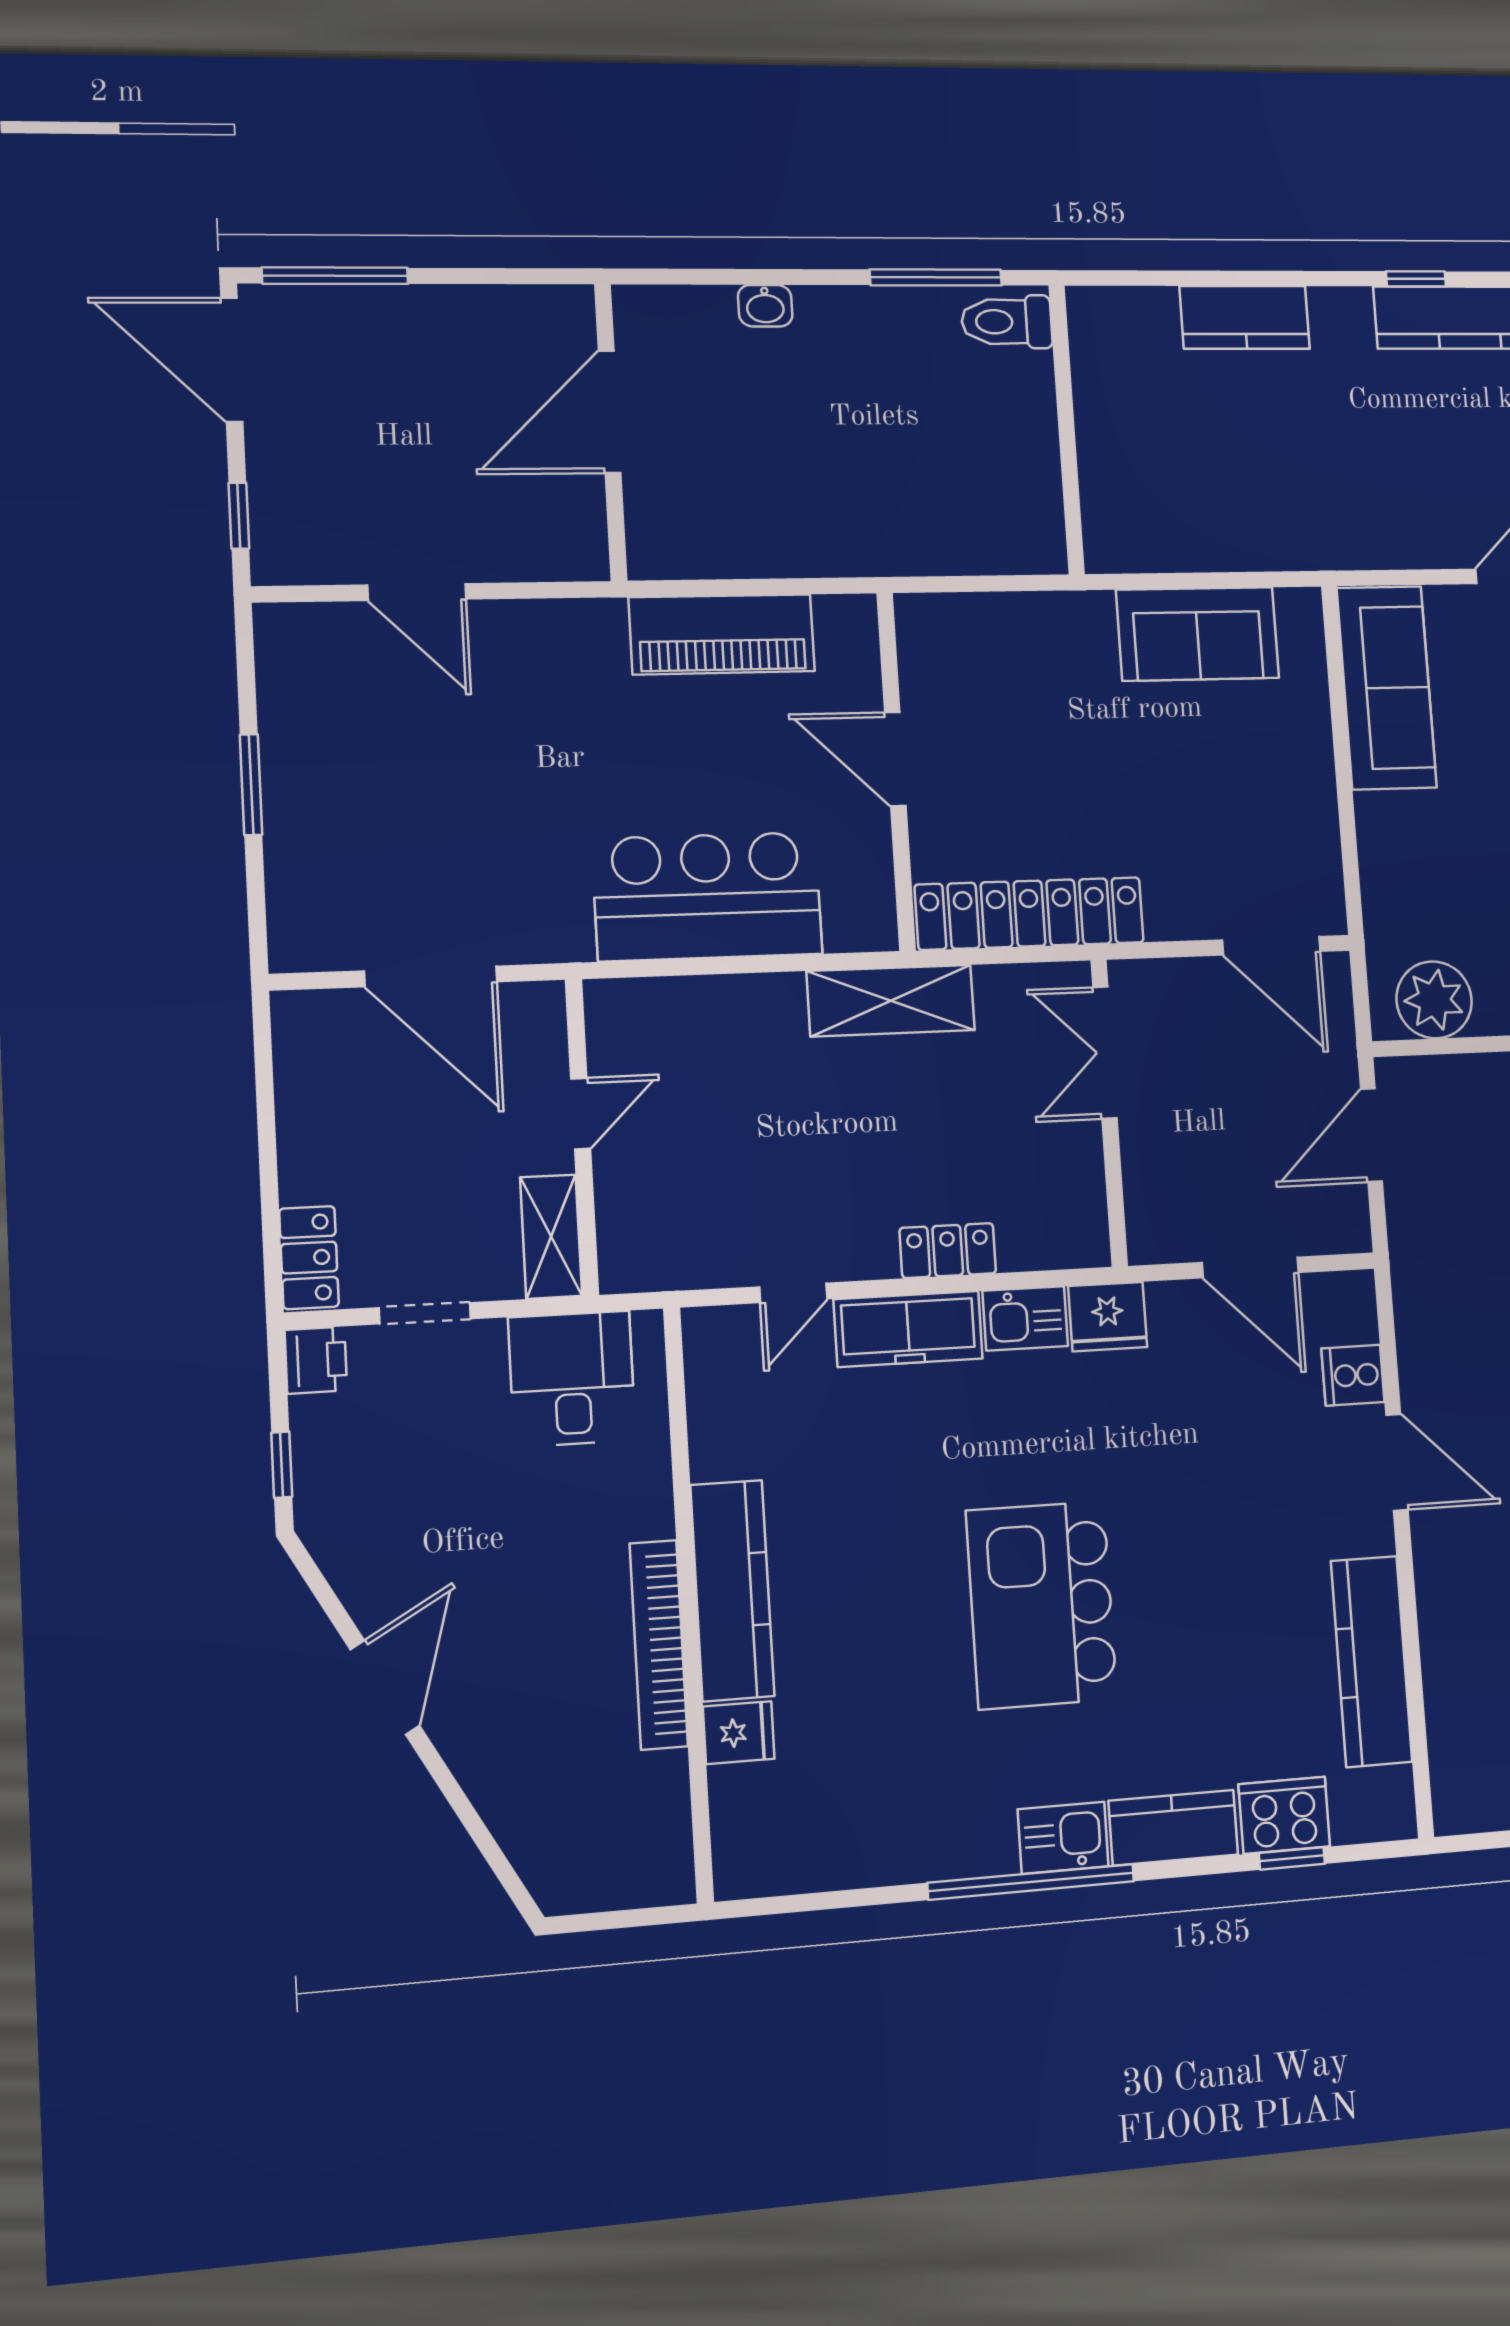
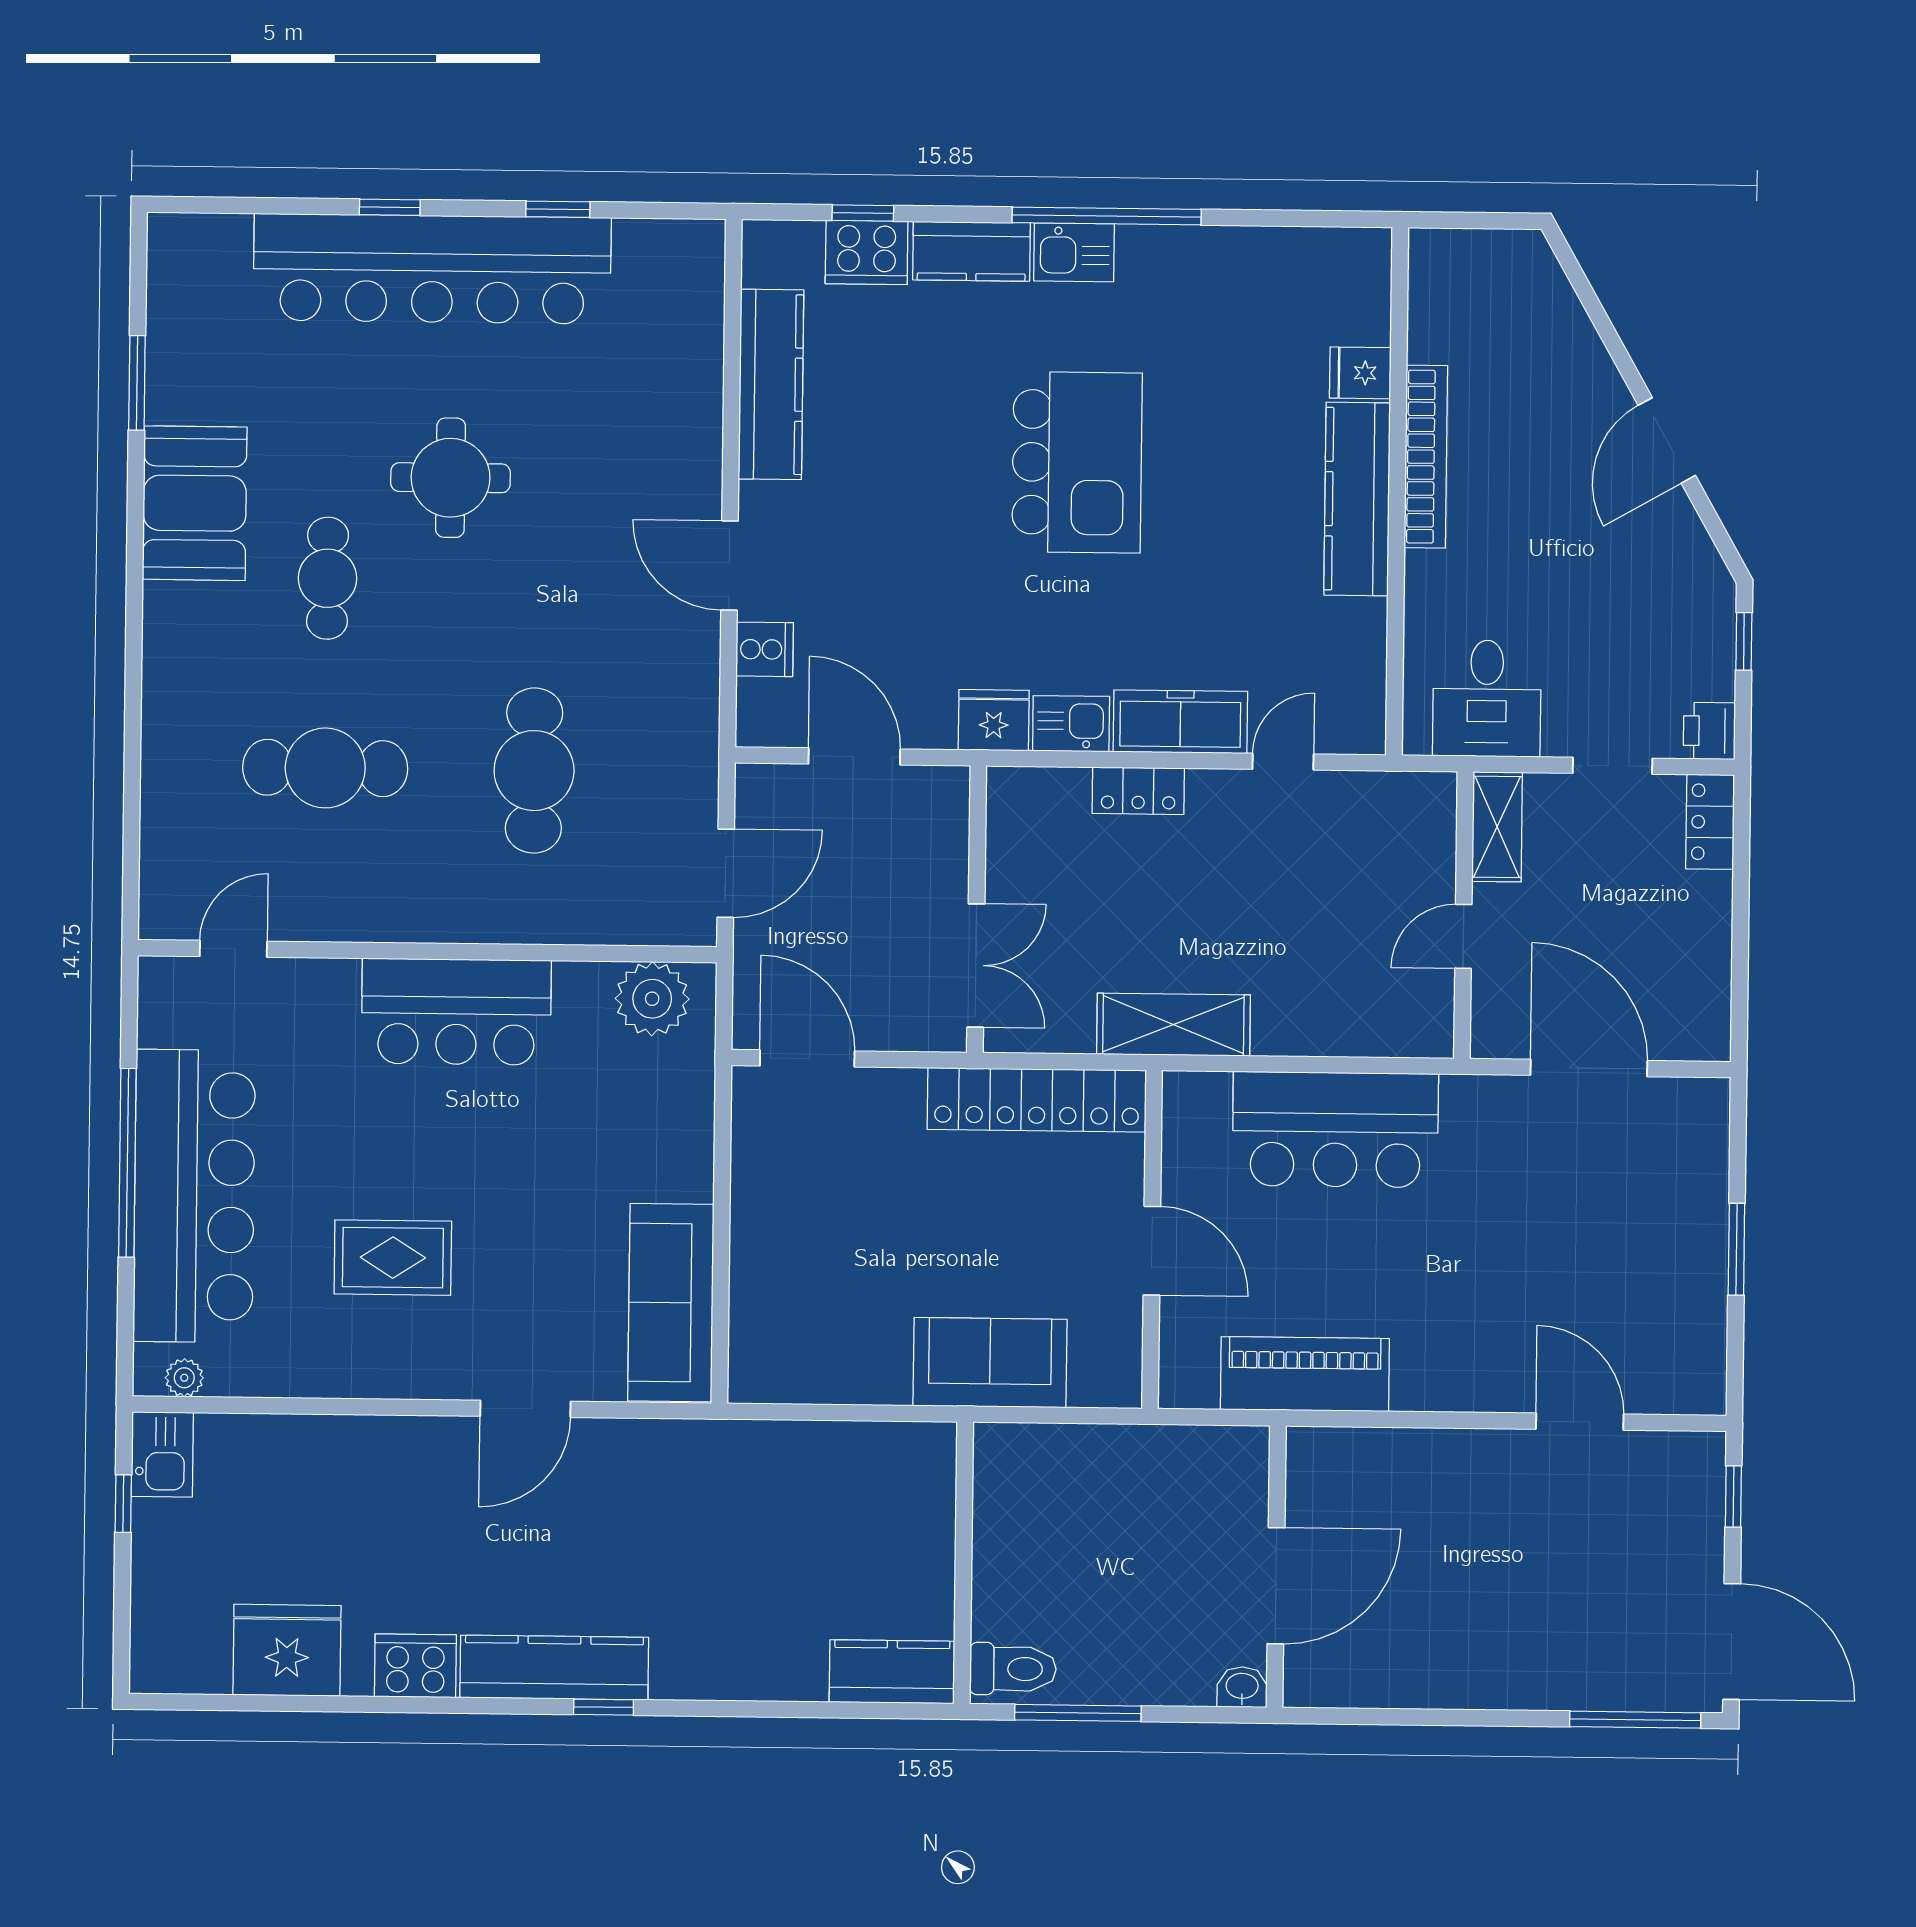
kitchen counter: (1245, 317) -> (892, 1672), moved
door: (610, 412) -> (1276, 1586), moved
wall: (611, 432) -> (1276, 1567), moved
sofa: (1198, 634) -> (990, 1363), moved

